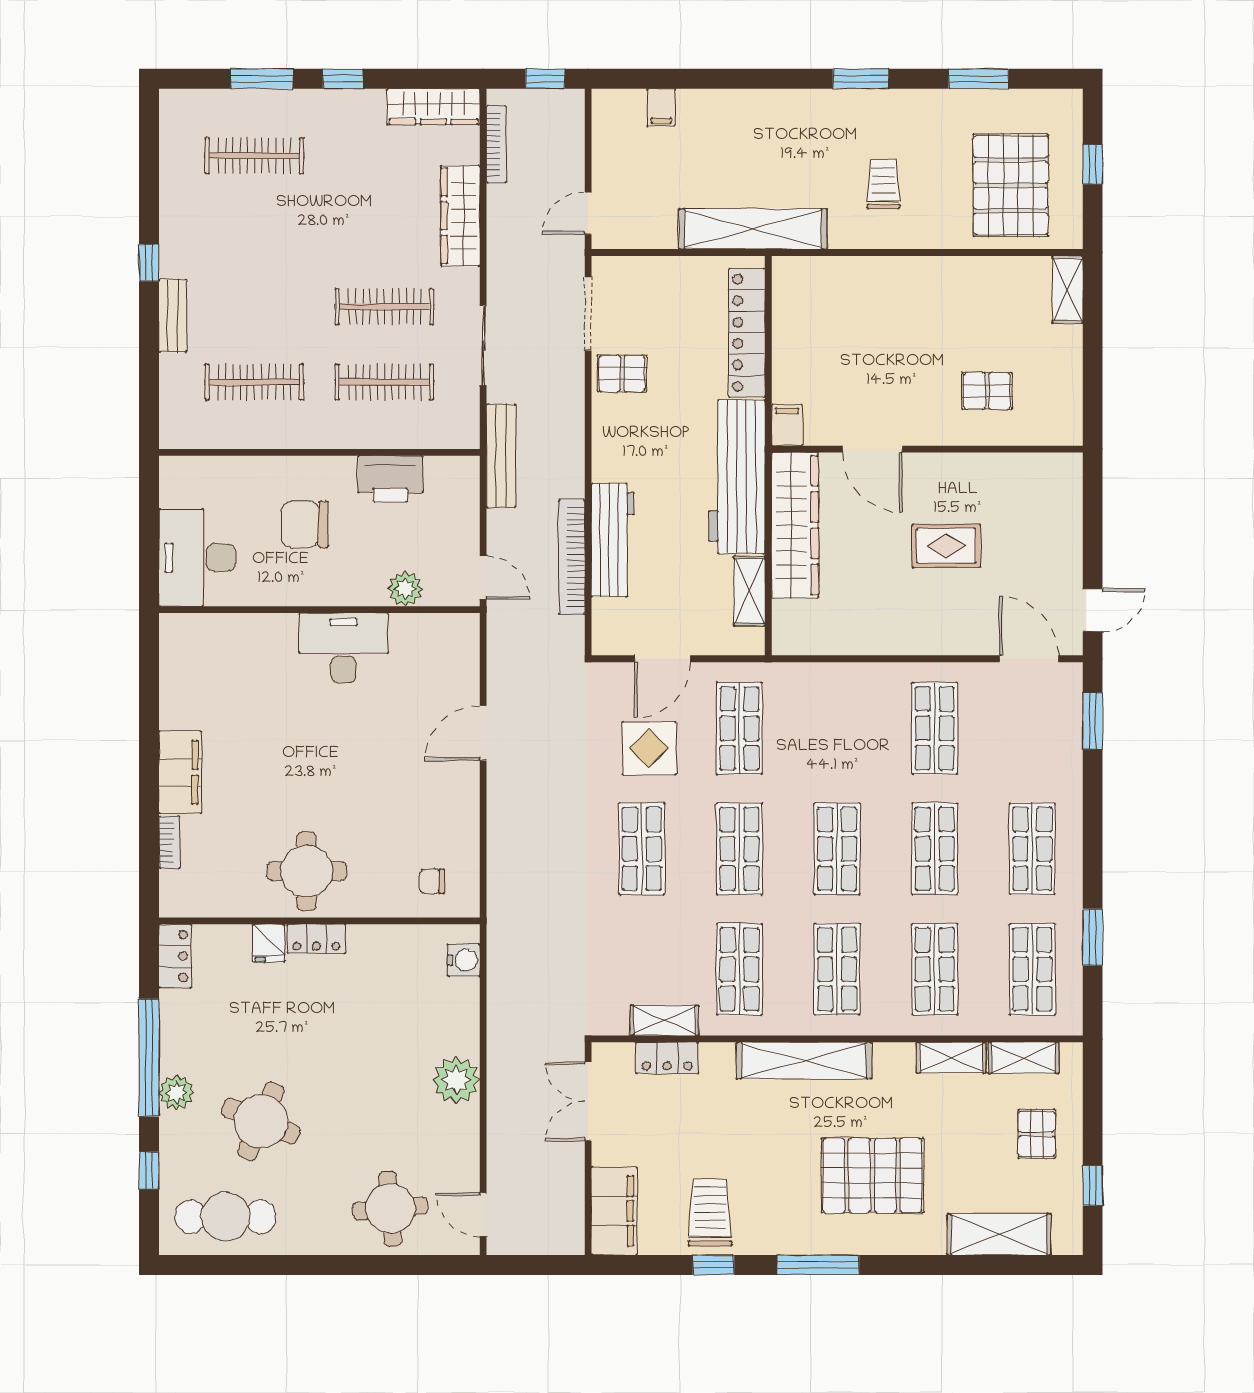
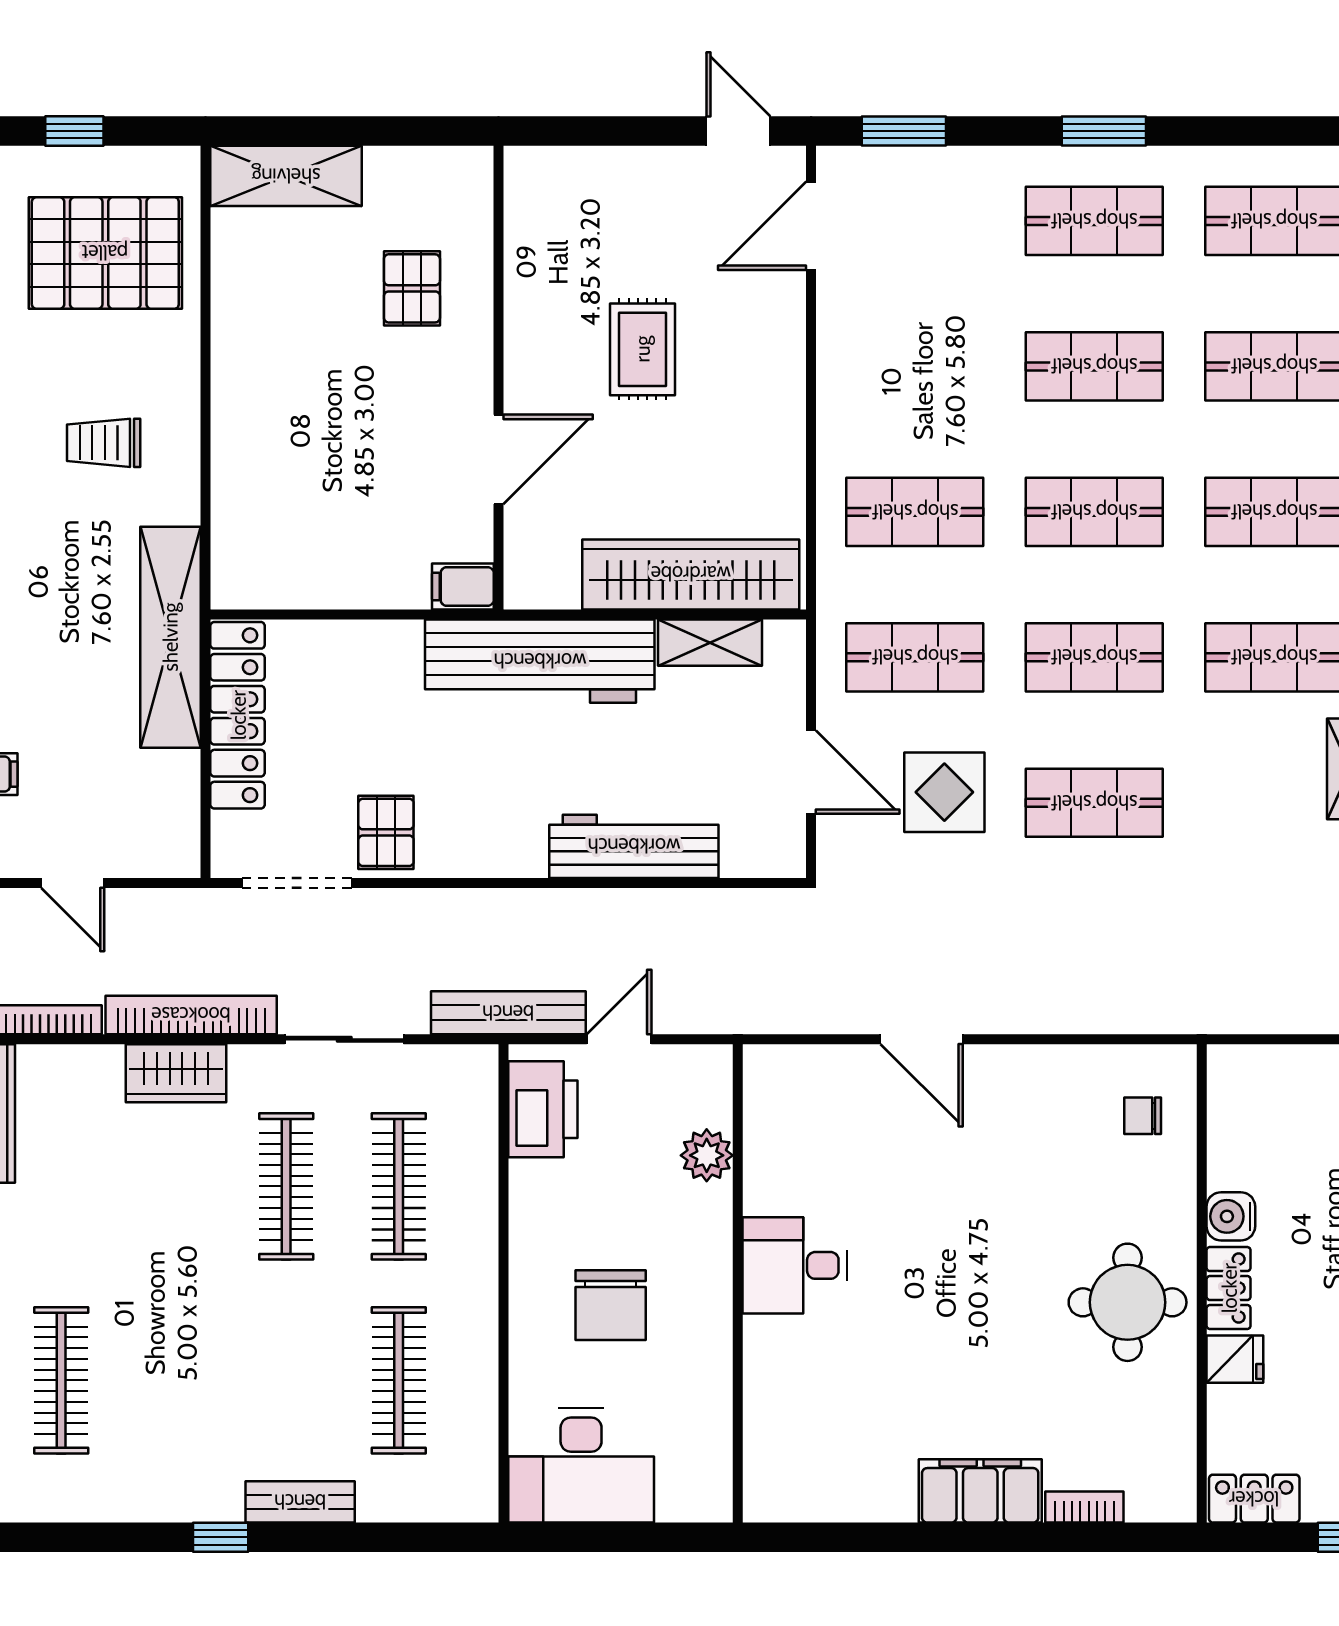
door: (588, 213) -> (73, 883), moved
wardrobe: (460, 216) -> (176, 1073), width x0.67
shelving: (1068, 290) -> (286, 176), width x1.50, depth x1.33
locker: (747, 333) -> (238, 715), moved, turned -90
printer: (390, 479) -> (543, 1109), moved
wardrobe: (795, 525) -> (691, 574), moved
bookcase: (572, 557) -> (191, 1015), moved, turned 180
desk: (197, 558) -> (581, 1466), moved
door: (483, 578) -> (619, 1039), moved
desk: (344, 648) -> (795, 1265), width x0.73
shop shelf: (935, 728) -> (915, 512), moved
chair: (432, 881) -> (1143, 1116), turned 90
window: (1093, 937) -> (1104, 131), moved
water cooler: (464, 960) -> (1231, 1216), moved, turned -90

